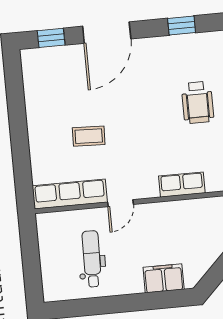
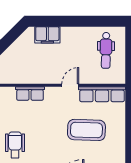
coffee table: (89, 136) -> (86, 130), width x1.86, depth x1.72
dental chair: (92, 259) -> (106, 50), moved

